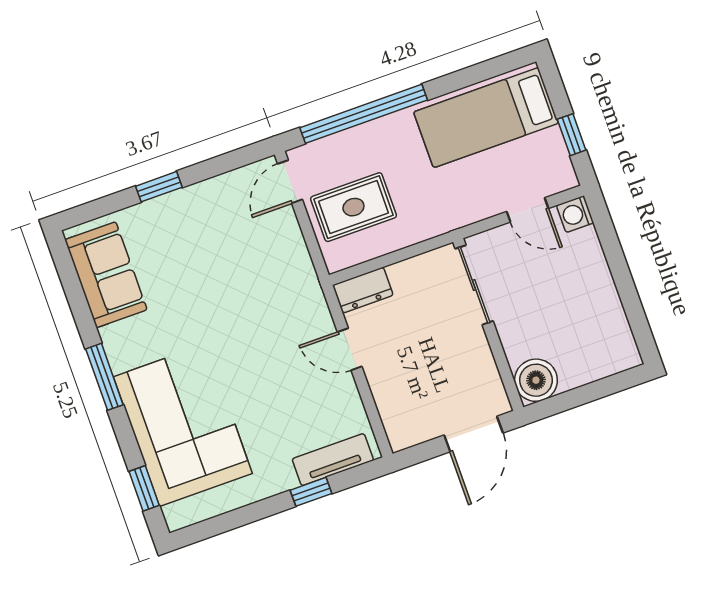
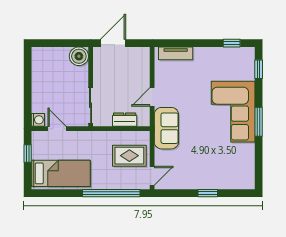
sofa: (106, 275) -> (166, 128), moved, turned 180
dresser: (363, 290) -> (125, 120), moved
door: (350, 349) -> (152, 97), swing flipped
corner sofa: (183, 425) -> (233, 112), moved
window: (311, 492) -> (232, 43), moved

